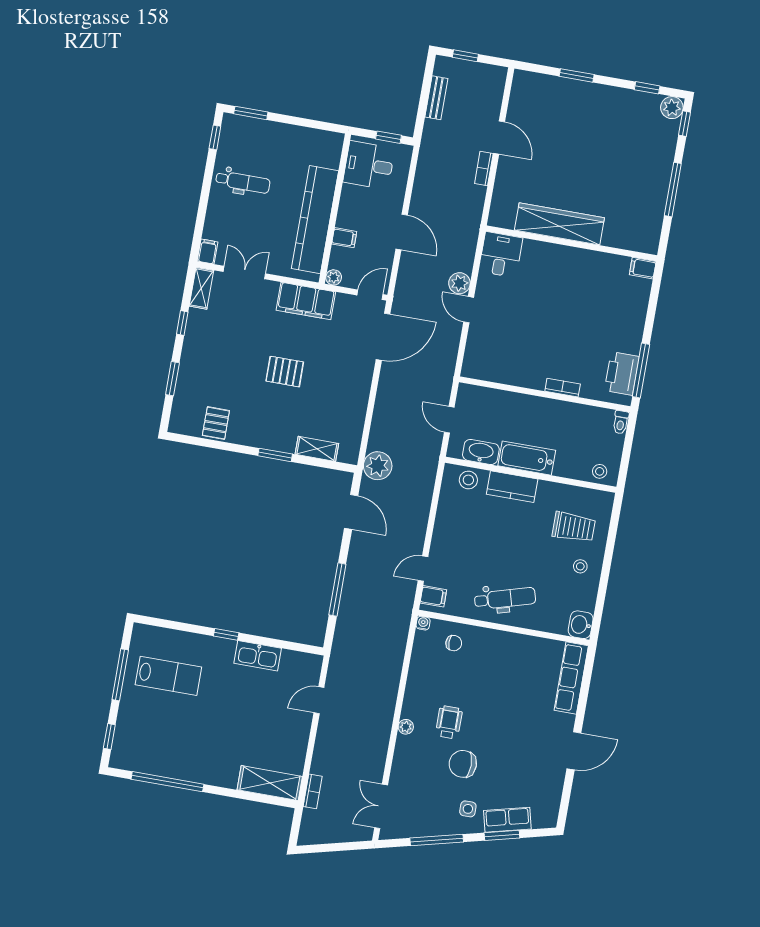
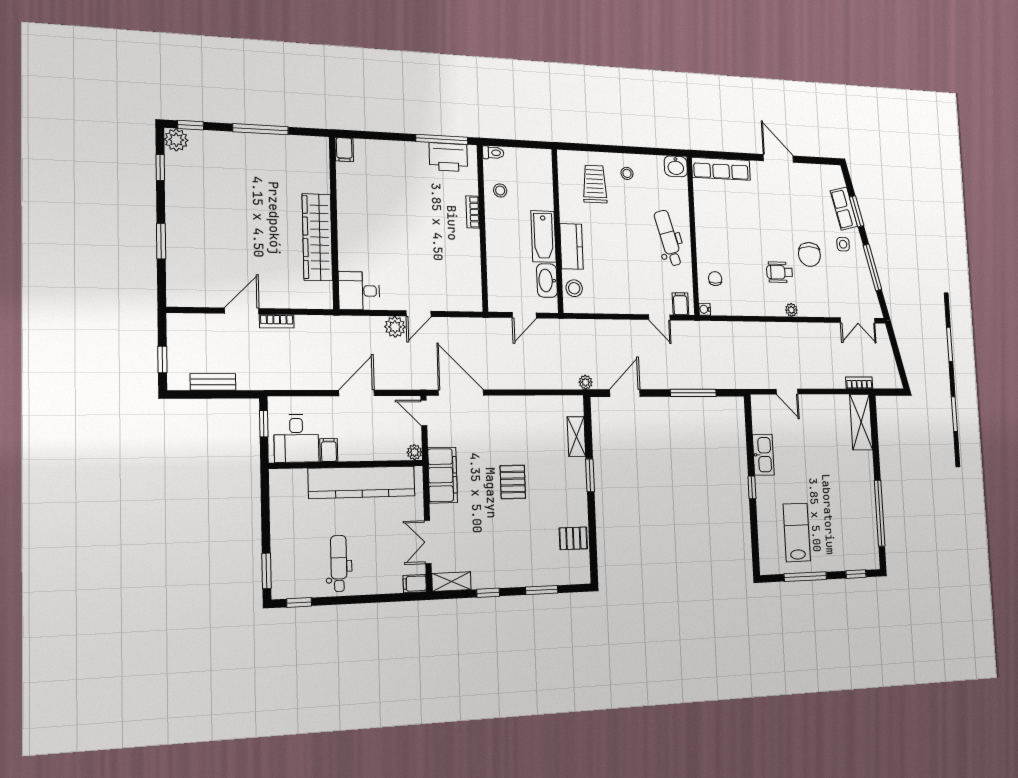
filing cabinet: (344, 238) -> (329, 450), moved
plant: (378, 466) -> (586, 382), width x0.53, depth x0.53
stool: (600, 471) -> (500, 191), moved

